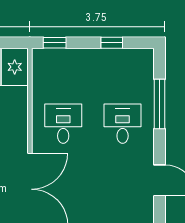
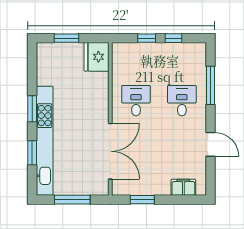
window: (55, 43) -> (147, 38), moved

